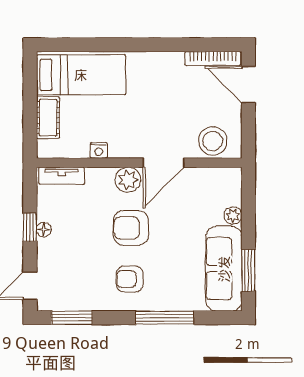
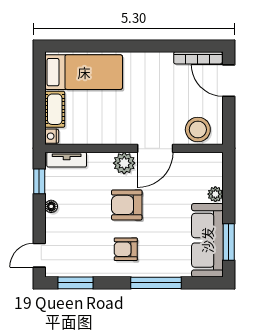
nightstand: (99, 150) -> (52, 136), moved, turned 90
window: (30, 227) -> (39, 181), moved

